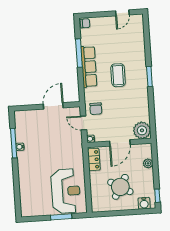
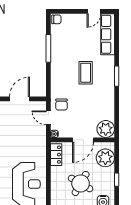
row of seats: (89, 67) -> (108, 34), moved, turned 180
plant: (148, 163) -> (105, 158), width x1.88, depth x1.88
window: (157, 196) -> (117, 180), moved

